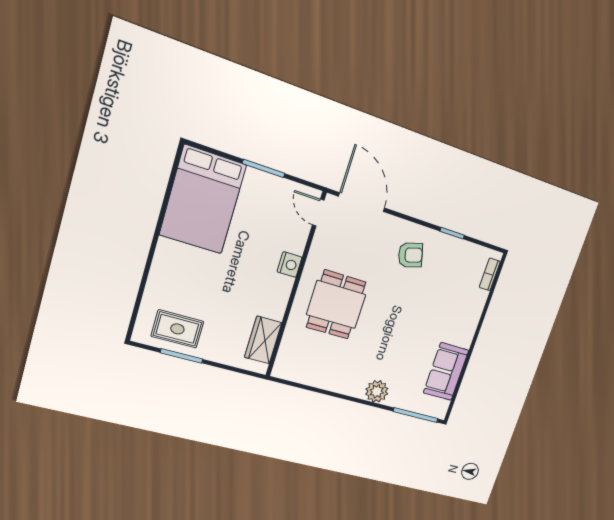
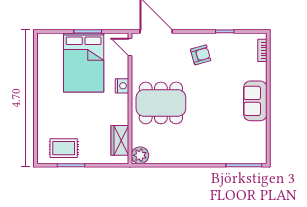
bed: (203, 200) -> (84, 62), moved
dining table: (336, 305) -> (161, 103), width x1.38
sofa: (446, 372) -> (255, 101), moved
plant: (377, 391) -> (140, 155), moved

